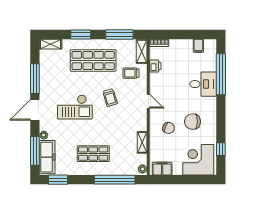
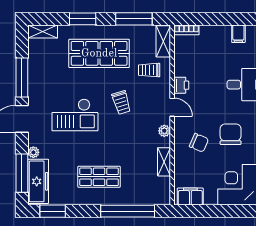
printer: (155, 66) -> (181, 85), moved
chair: (192, 122) -> (231, 134), turned 90
plant: (142, 169) -> (164, 131), moved

